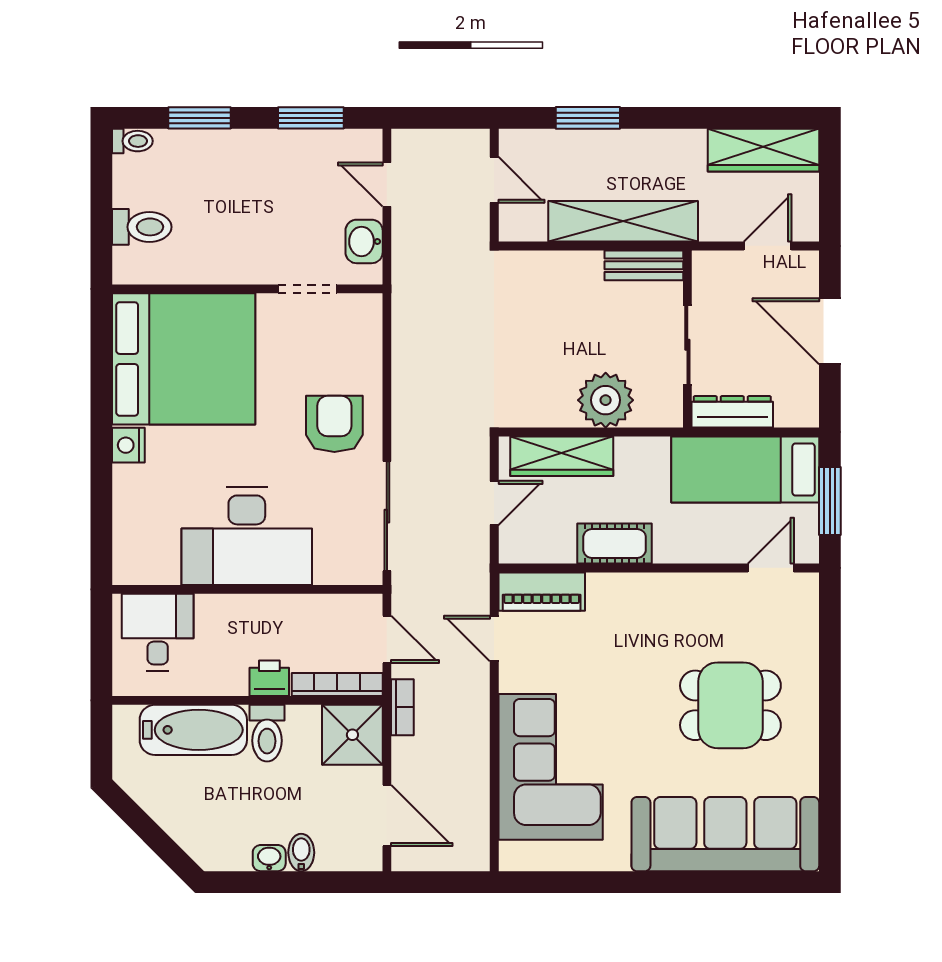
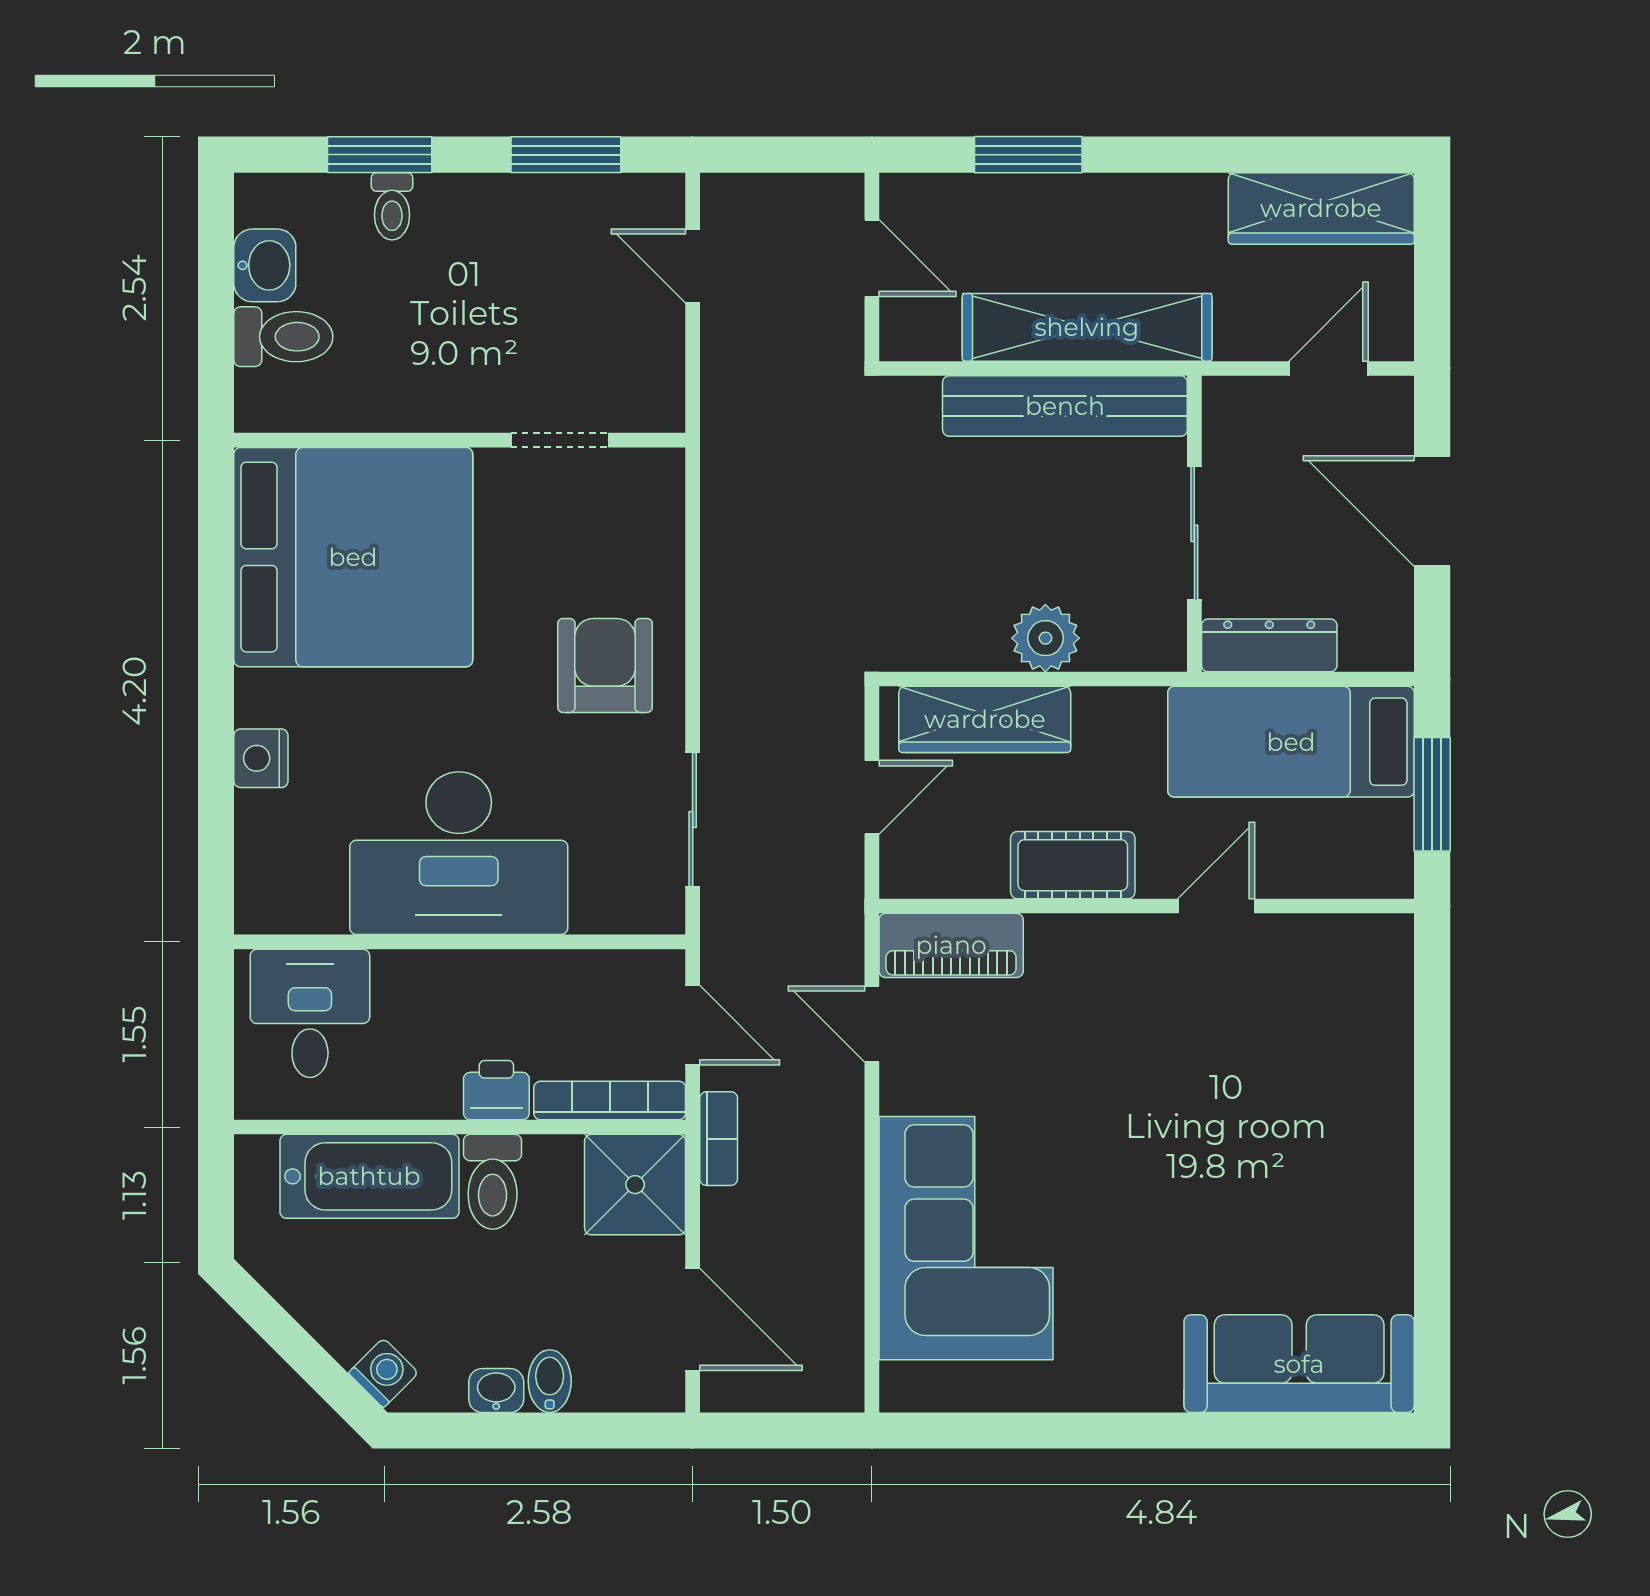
toilet: (132, 141) -> (392, 206), moved, turned 90
washbasin: (364, 241) -> (265, 265), moved, turned 180
bench: (644, 265) -> (1065, 406), width x1.86, depth x1.21
plant: (606, 400) -> (1045, 638), width x0.73, depth x0.73
nightstand: (128, 445) -> (261, 758), moved
sliding door: (387, 516) -> (693, 819), width x0.73
door: (771, 568) -> (1216, 906), moved
dining table: (730, 705) -> (1266, 1135), removed
sofa: (725, 834) -> (1299, 1364), width x0.74, depth x0.79
washing machine: (202, 848) -> (383, 1373), added

